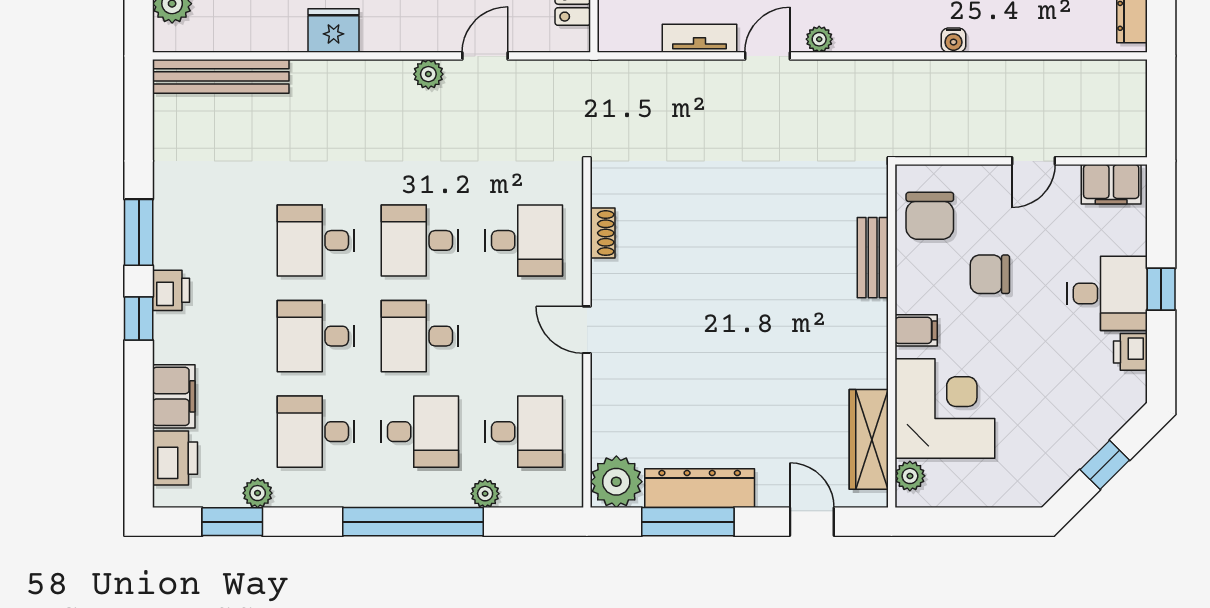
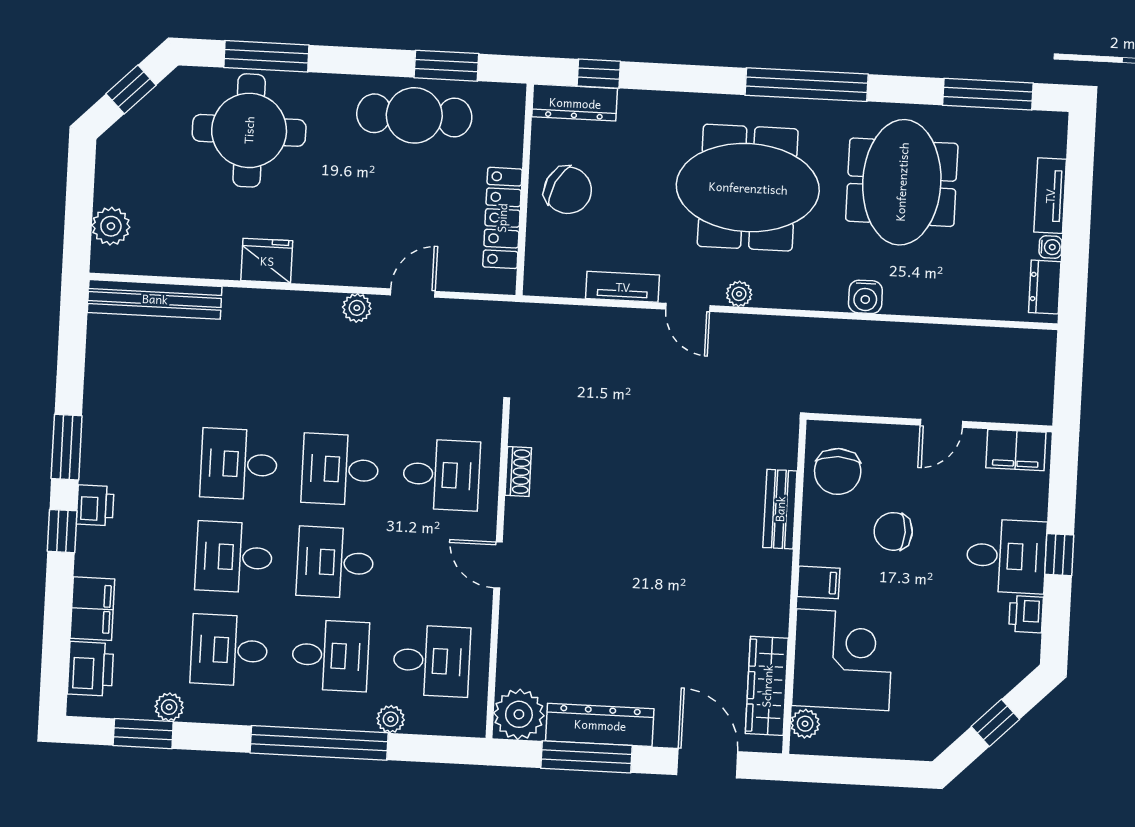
water cooler: (953, 40) -> (865, 297), width x1.38, depth x1.38
door: (767, 56) -> (688, 307), swing flipped
door: (812, 522) -> (707, 763), width x1.37

